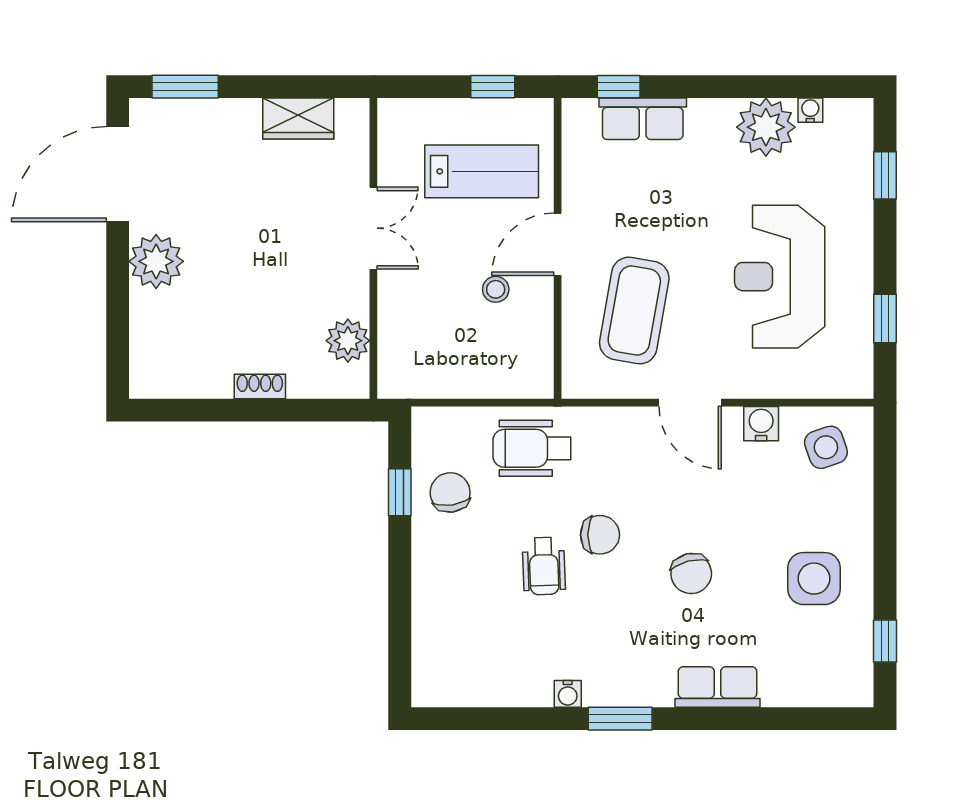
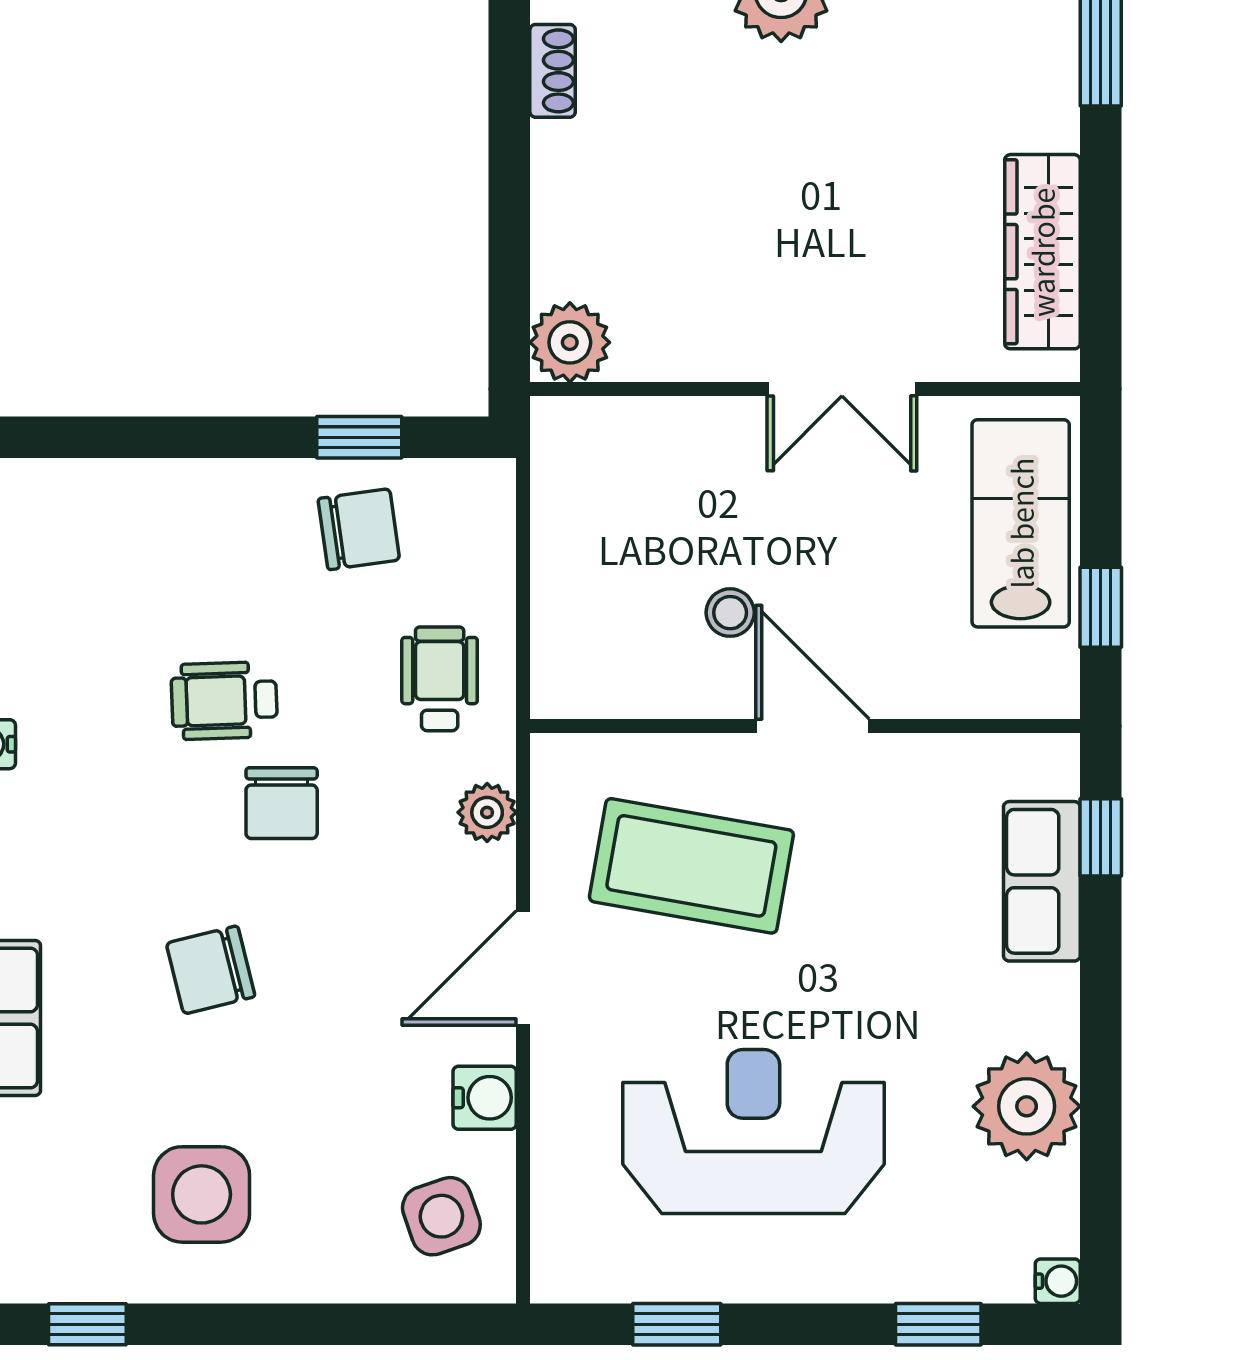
water cooler: (810, 110) -> (1058, 1281), moved
wardrobe: (298, 118) -> (1042, 252), width x1.50
lab bench: (482, 171) -> (1021, 523), moved, turned 180
plant: (348, 341) -> (570, 342), moved
shoe rack: (260, 386) -> (553, 71), moved
plant: (605, 422) -> (487, 812), added
wheelchair: (532, 448) -> (440, 679), width x0.73, depth x0.73

